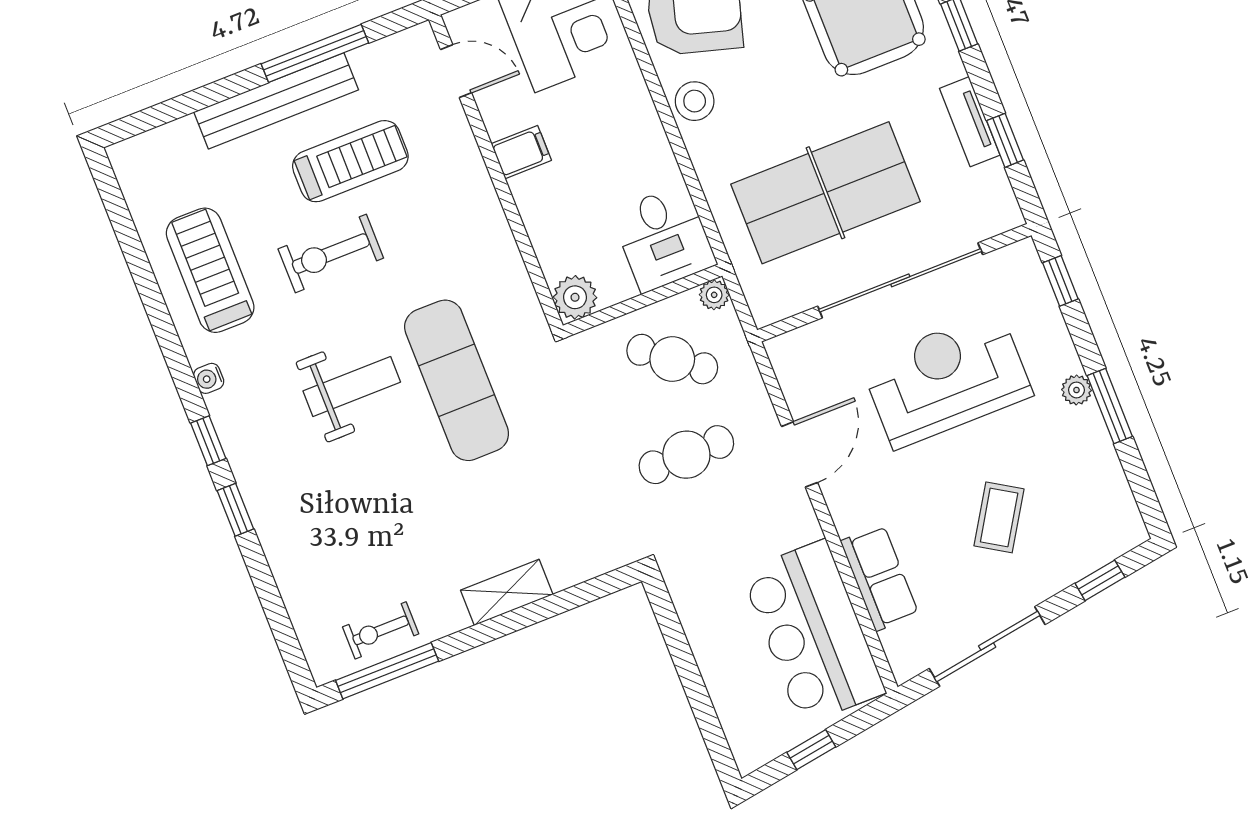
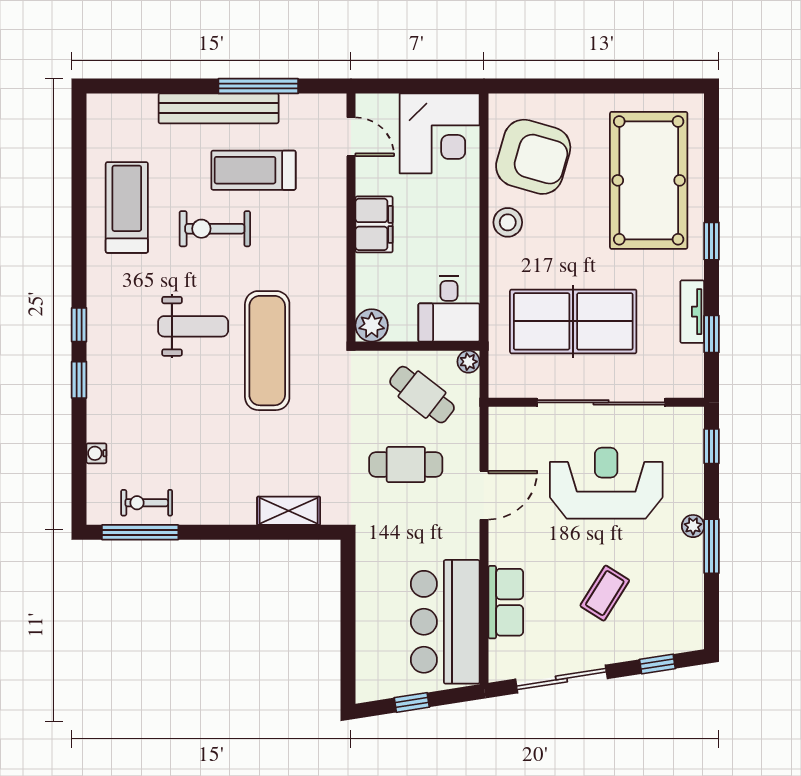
filing cabinet: (521, 152) -> (374, 224), width x2.00
treadmill: (350, 161) -> (253, 170), turned 180
water cooler: (209, 378) -> (96, 453), moved
shelving: (507, 592) -> (289, 511), moved

